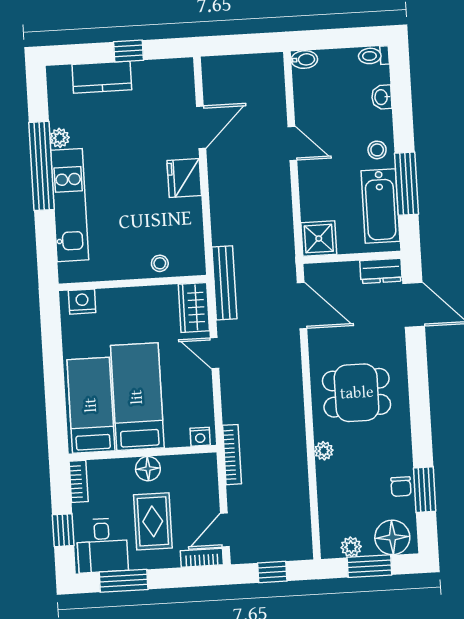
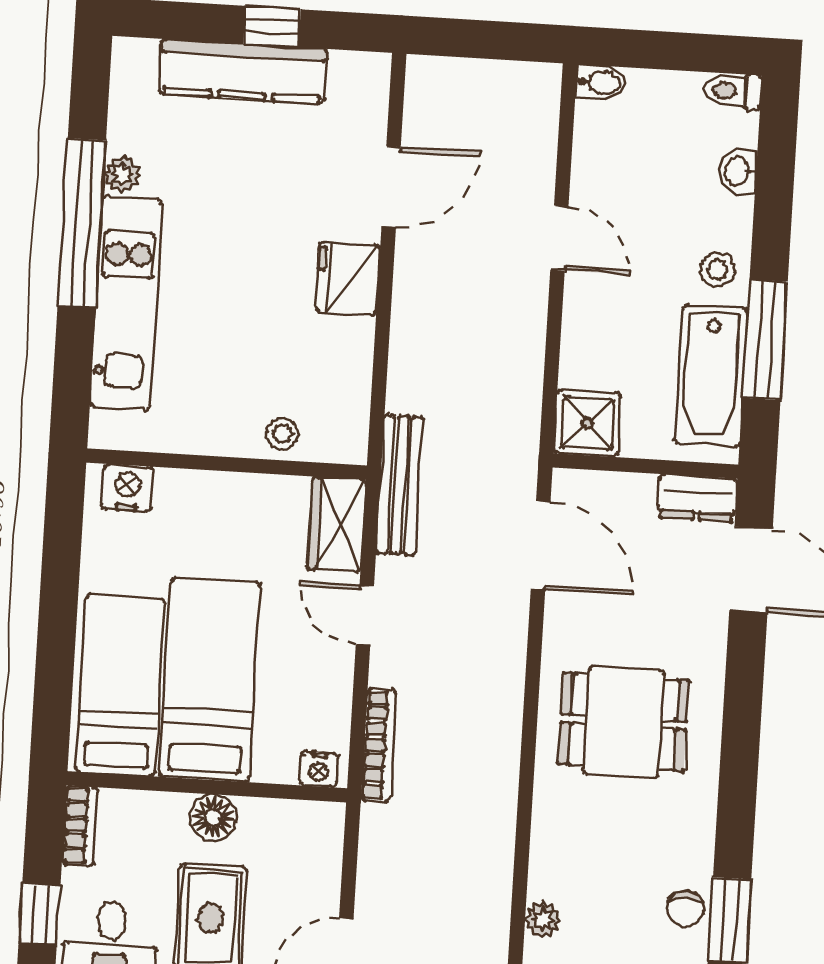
kitchen counter: (102, 77) -> (243, 71), width x1.50
plant: (324, 451) -> (543, 920), moved
bookcase: (232, 455) -> (379, 745), moved

